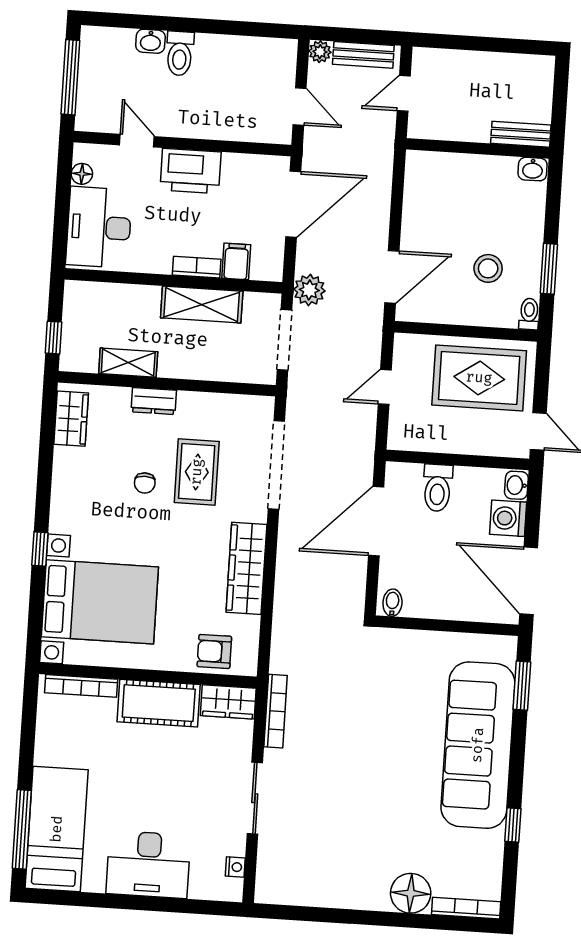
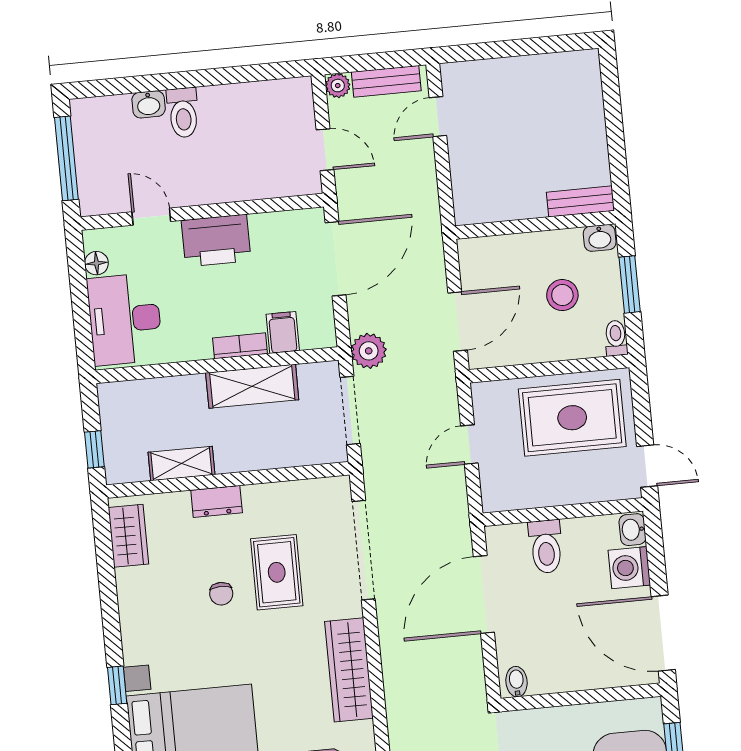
bench: (521, 134) -> (580, 201), moved
wall: (478, 148) -> (535, 225), moved
washbasin: (533, 169) -> (600, 238), moved

